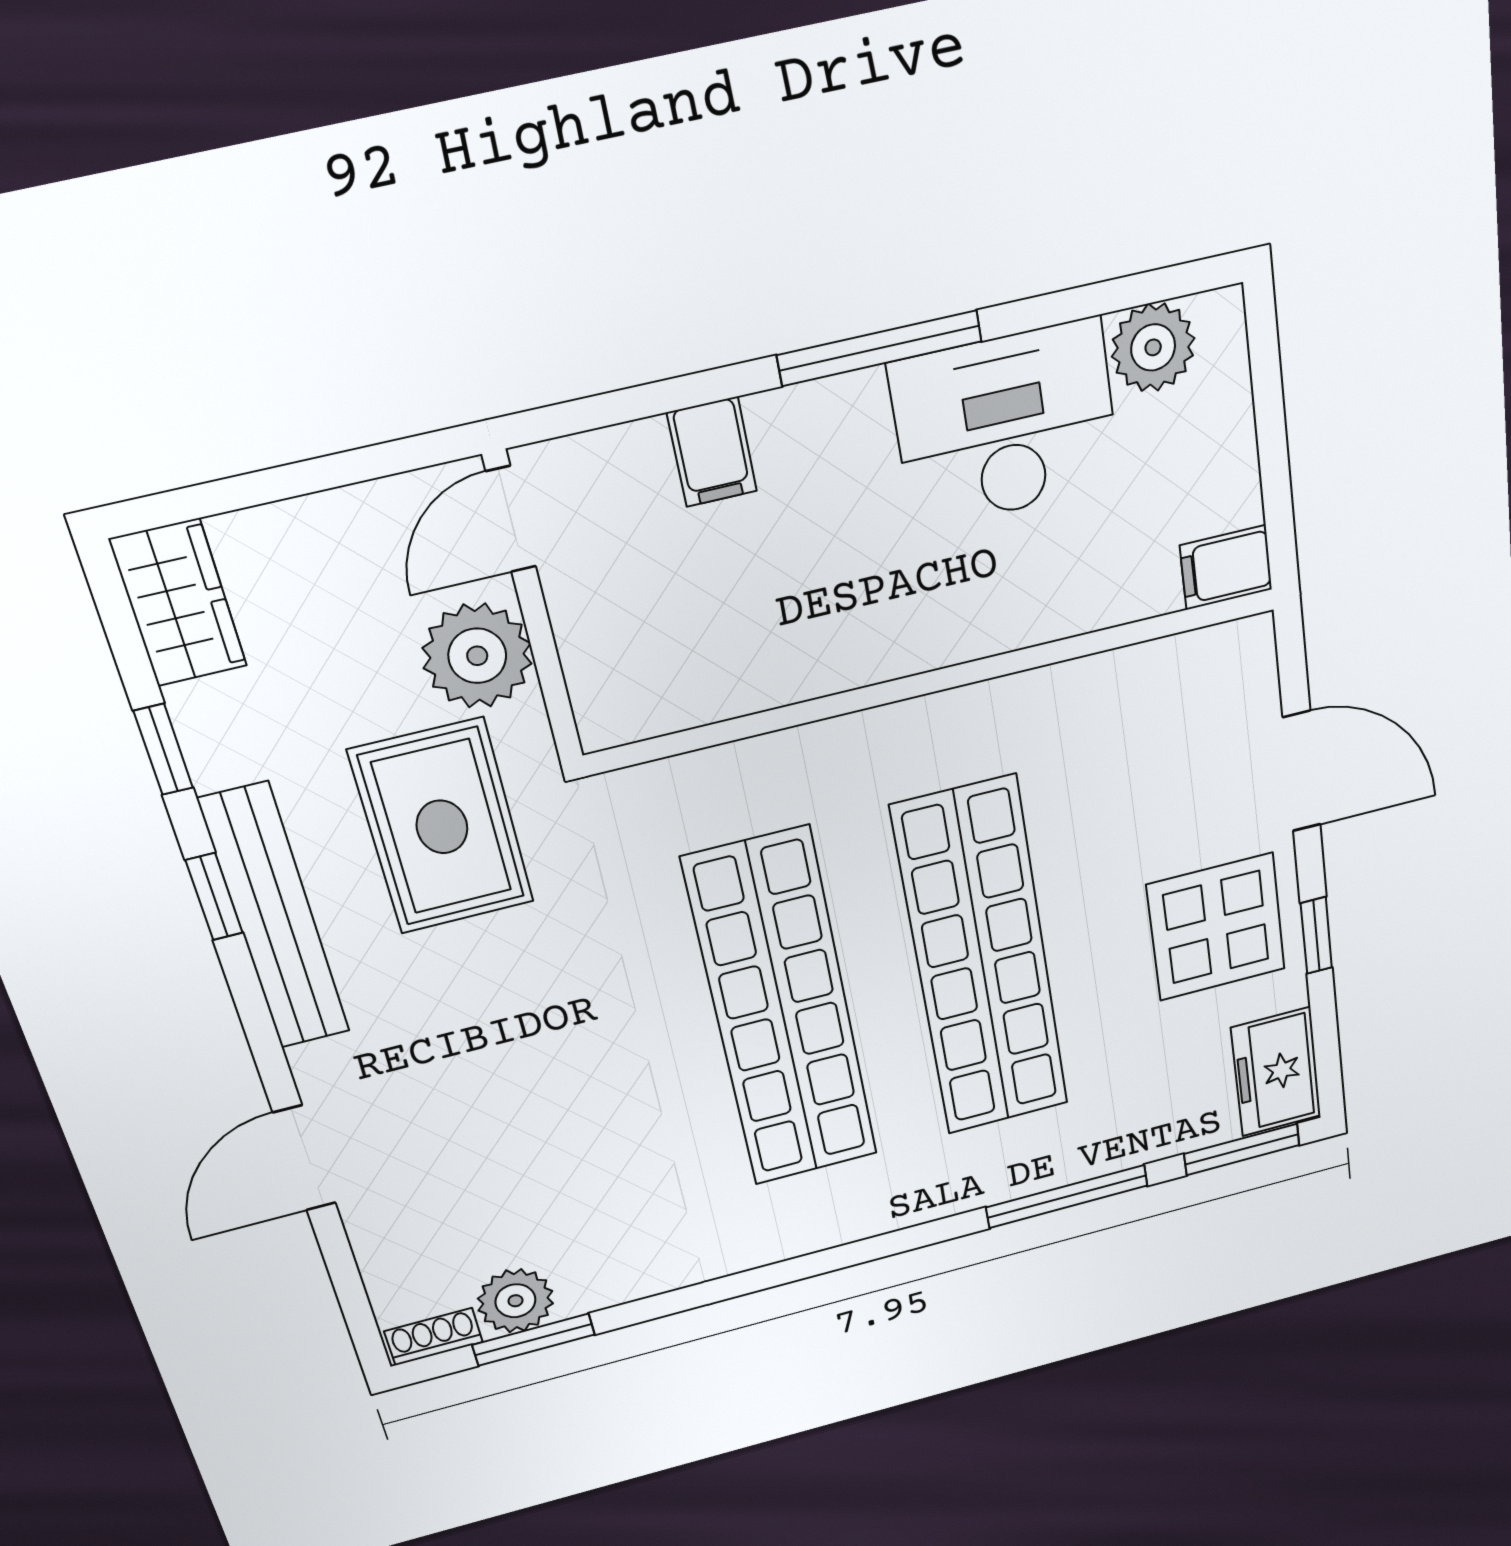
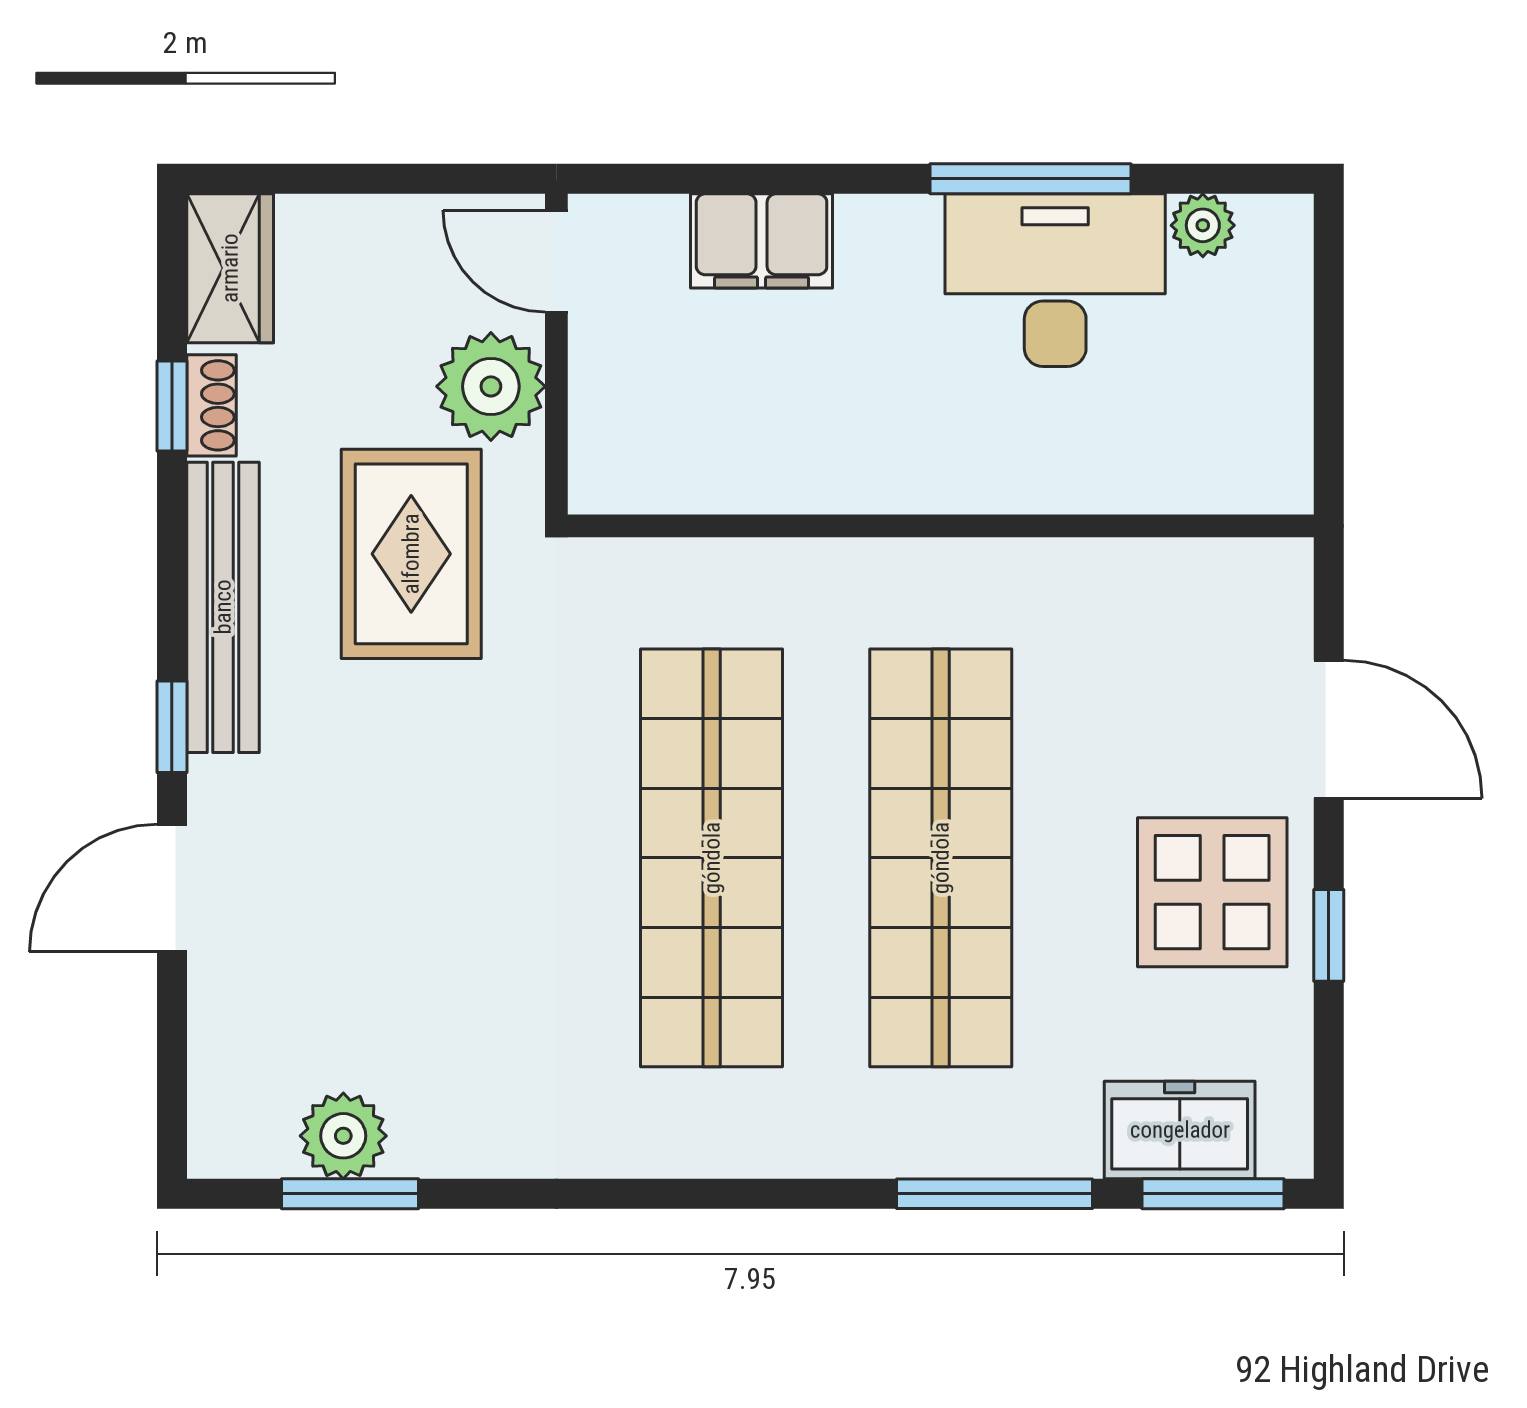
plant: (1153, 347) -> (1203, 225), width x0.73, depth x0.73
window: (880, 348) -> (1031, 179), moved
filing cabinet: (712, 452) -> (762, 241), width x2.00
door: (511, 519) -> (556, 261), hinge flipped
filing cabinet: (1226, 567) -> (1267, 479), removed
window: (214, 897) -> (172, 727), moved
freezer: (1276, 1072) -> (1180, 1130), moved, turned 90
shoe rack: (434, 1337) -> (212, 405), moved, turned 90

